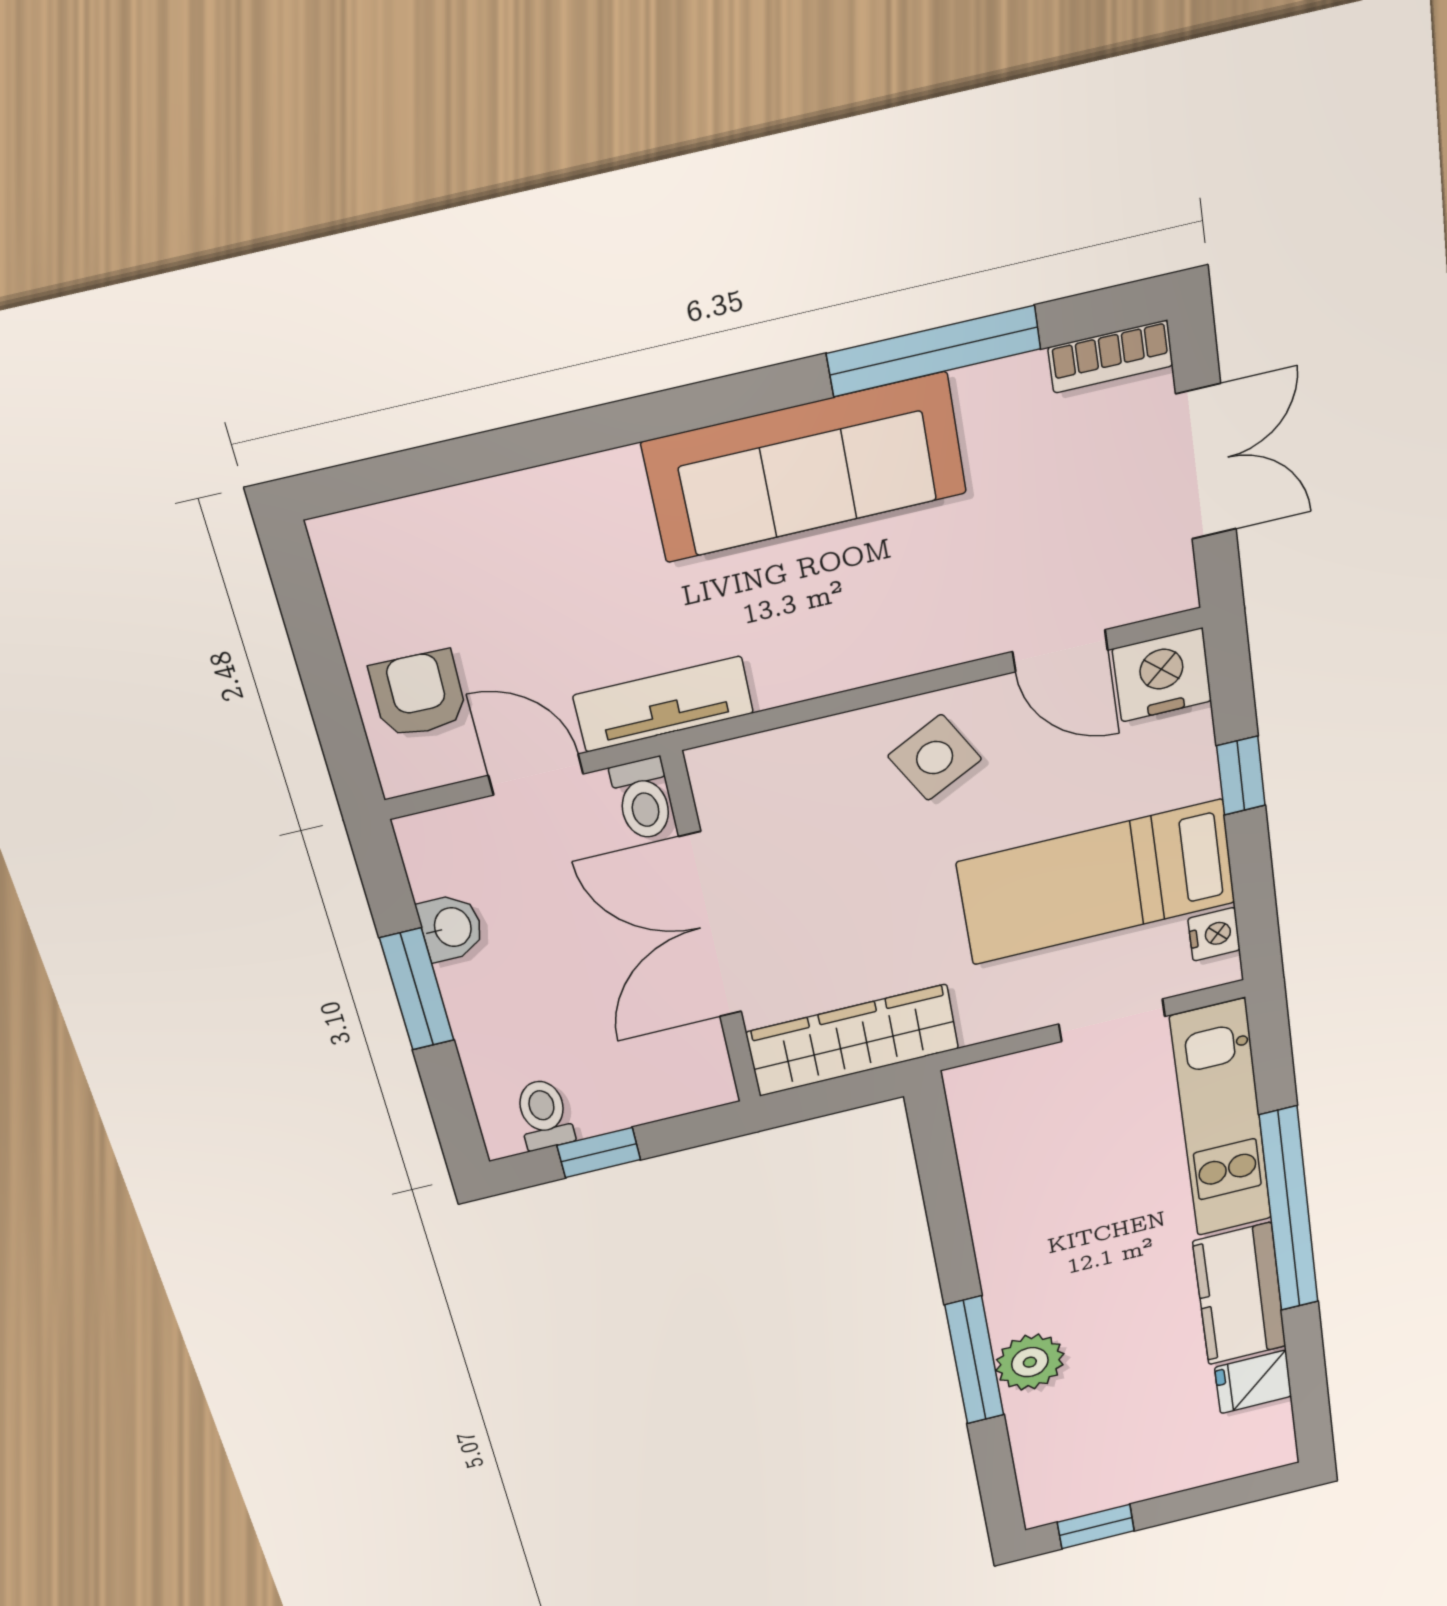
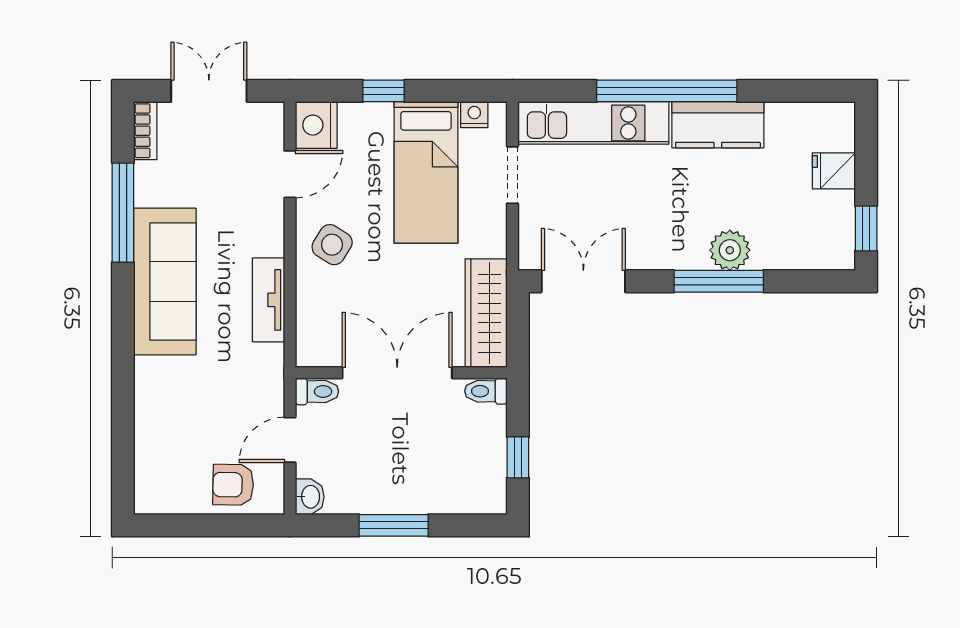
tv unit: (663, 704) -> (268, 300), moved
side table: (935, 758) -> (332, 245), turned -30
double door: (711, 926) -> (397, 373), swing flipped
washbasin: (451, 927) -> (310, 497), moved, turned 90
toilet: (544, 1114) -> (486, 391), moved
double door: (939, 1172) -> (583, 281), added
fridge: (1253, 1382) -> (834, 171), moved, turned 90

